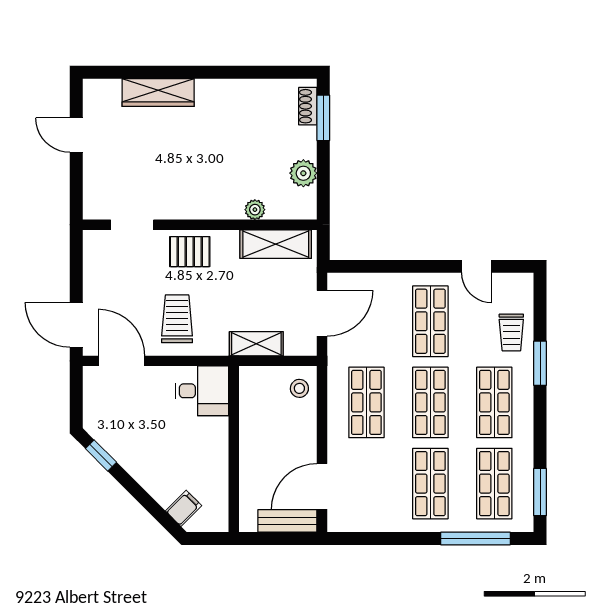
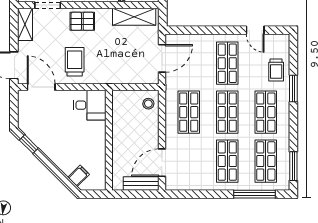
shelving: (256, 344) -> (25, 24), moved, turned 90

